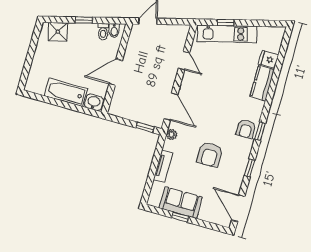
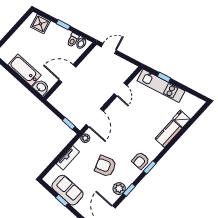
armchair: (210, 155) -> (105, 166), turned 70
plant: (238, 172) -> (119, 189), added

